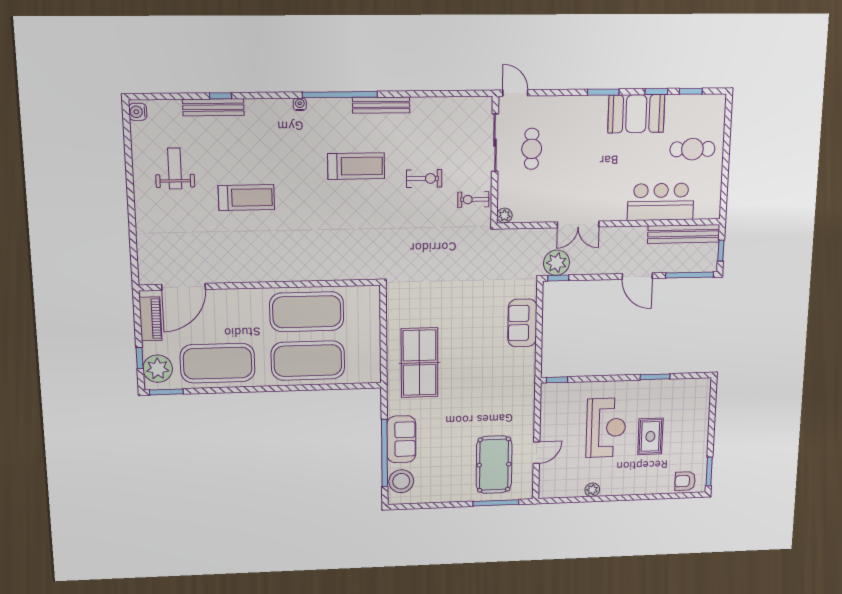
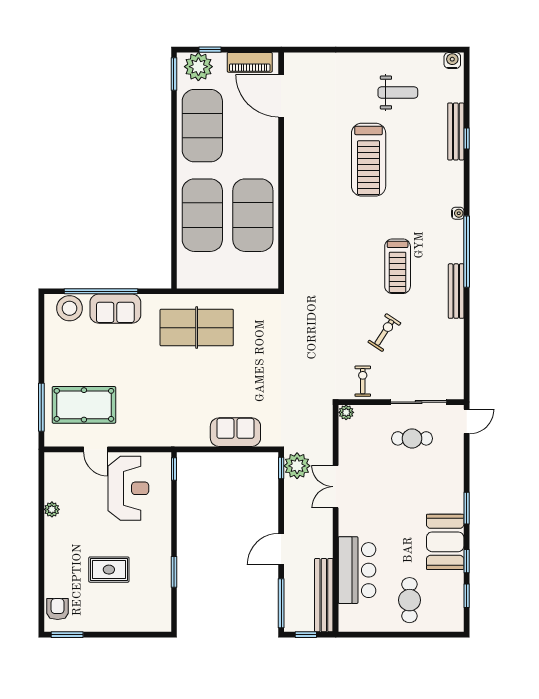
exercise bike: (424, 179) -> (384, 333), turned -147
treadmill: (246, 198) -> (369, 160), width x1.37, depth x1.38
reception desk: (606, 428) -> (128, 488), moved, turned -90

